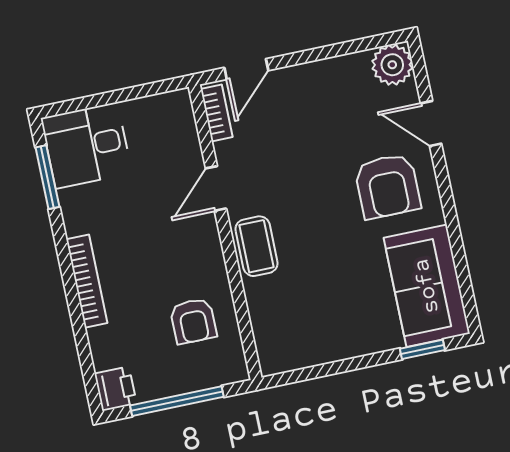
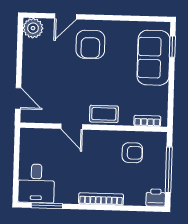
bookcase: (217, 113) -> (147, 121), moved
armchair: (387, 186) -> (90, 44), turned 90
sofa: (427, 286) -> (153, 58), moved, turned 90

